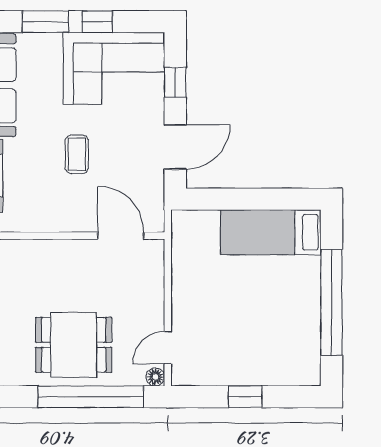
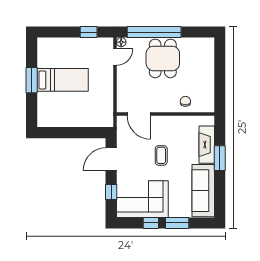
bed: (271, 232) -> (63, 80), moved
chair: (29, 261) -> (185, 101), added
window: (332, 302) -> (32, 80), width x0.47
dining table: (74, 345) -> (163, 58), turned 90
window: (245, 397) -> (89, 32), moved

